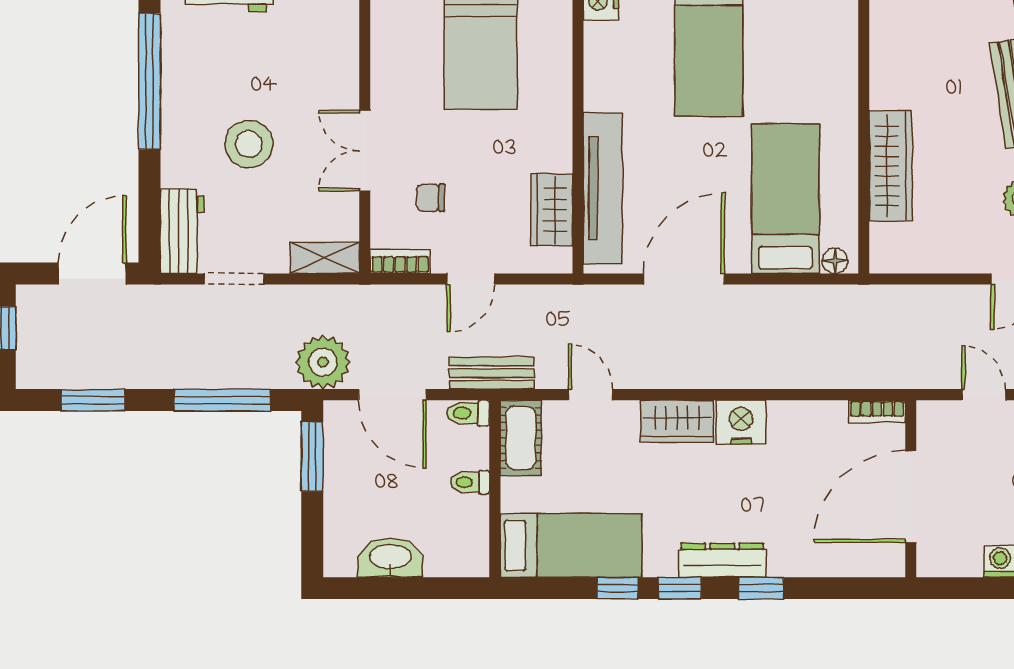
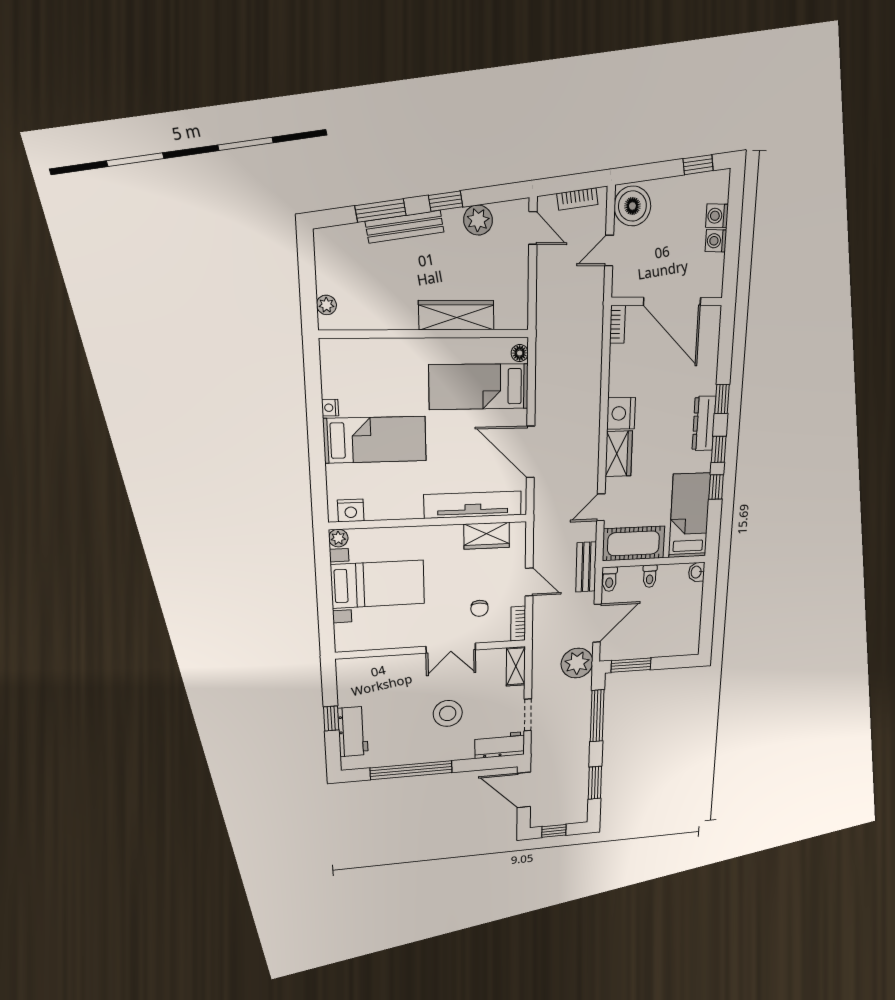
cot: (521, 438) -> (633, 543), width x1.37, depth x1.34
washbasin: (390, 558) -> (697, 572), moved, width x0.52, depth x0.69

